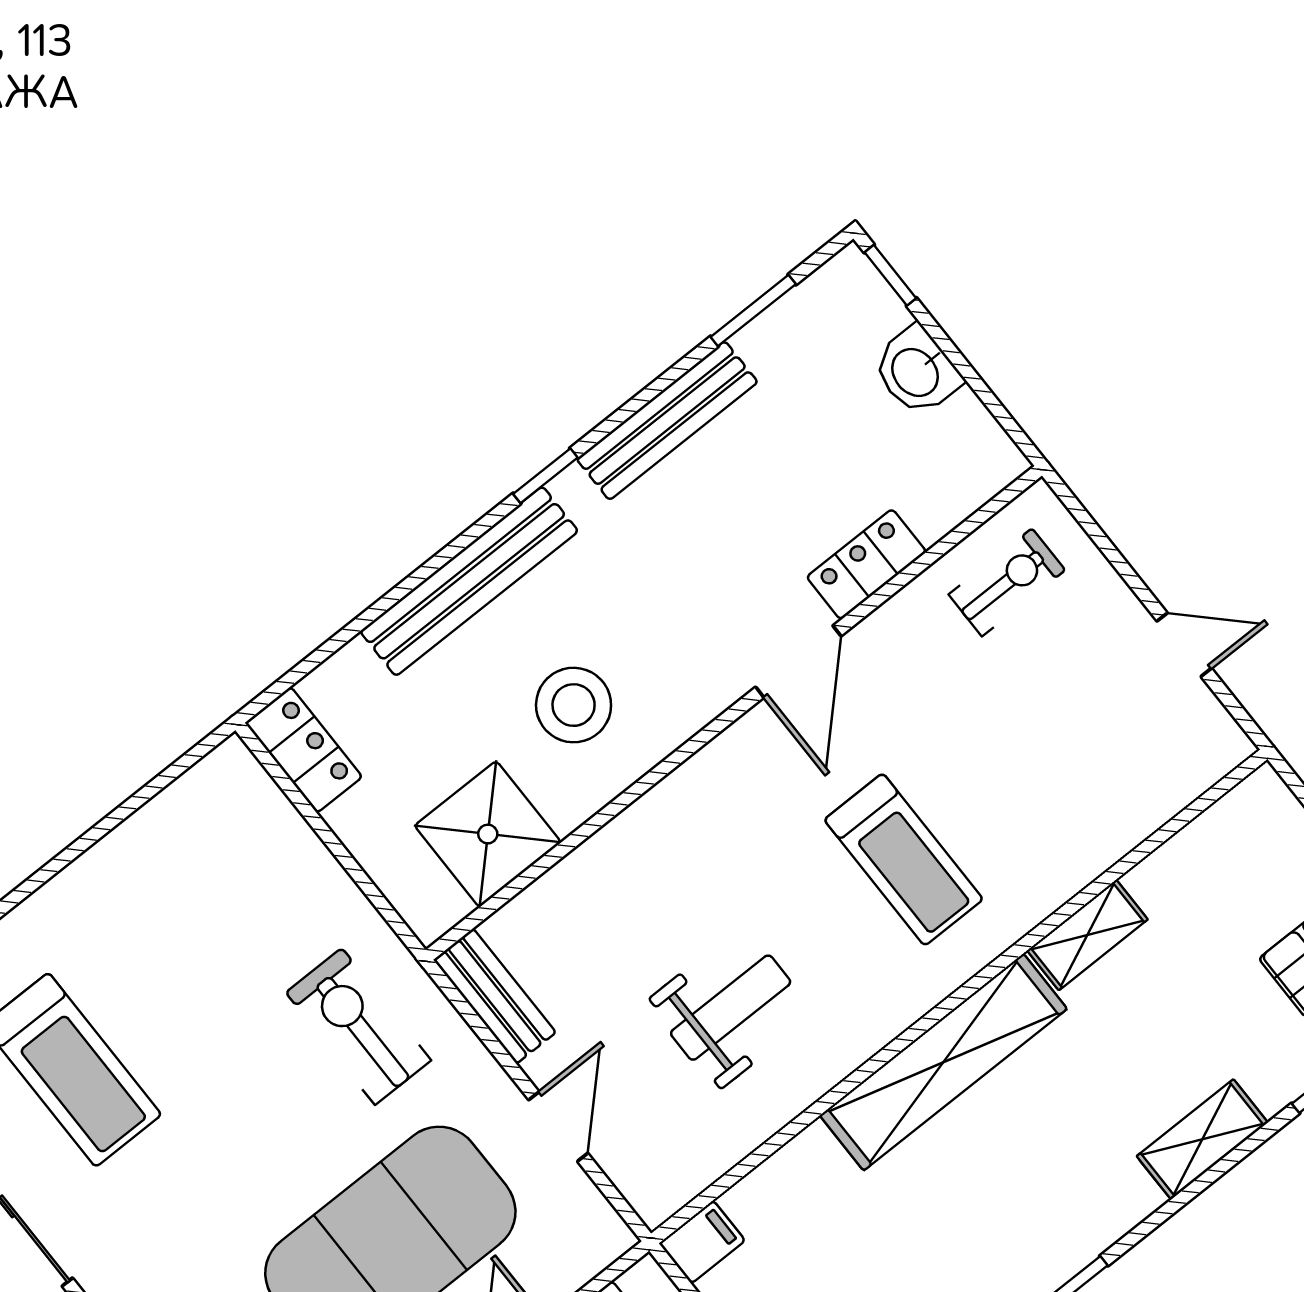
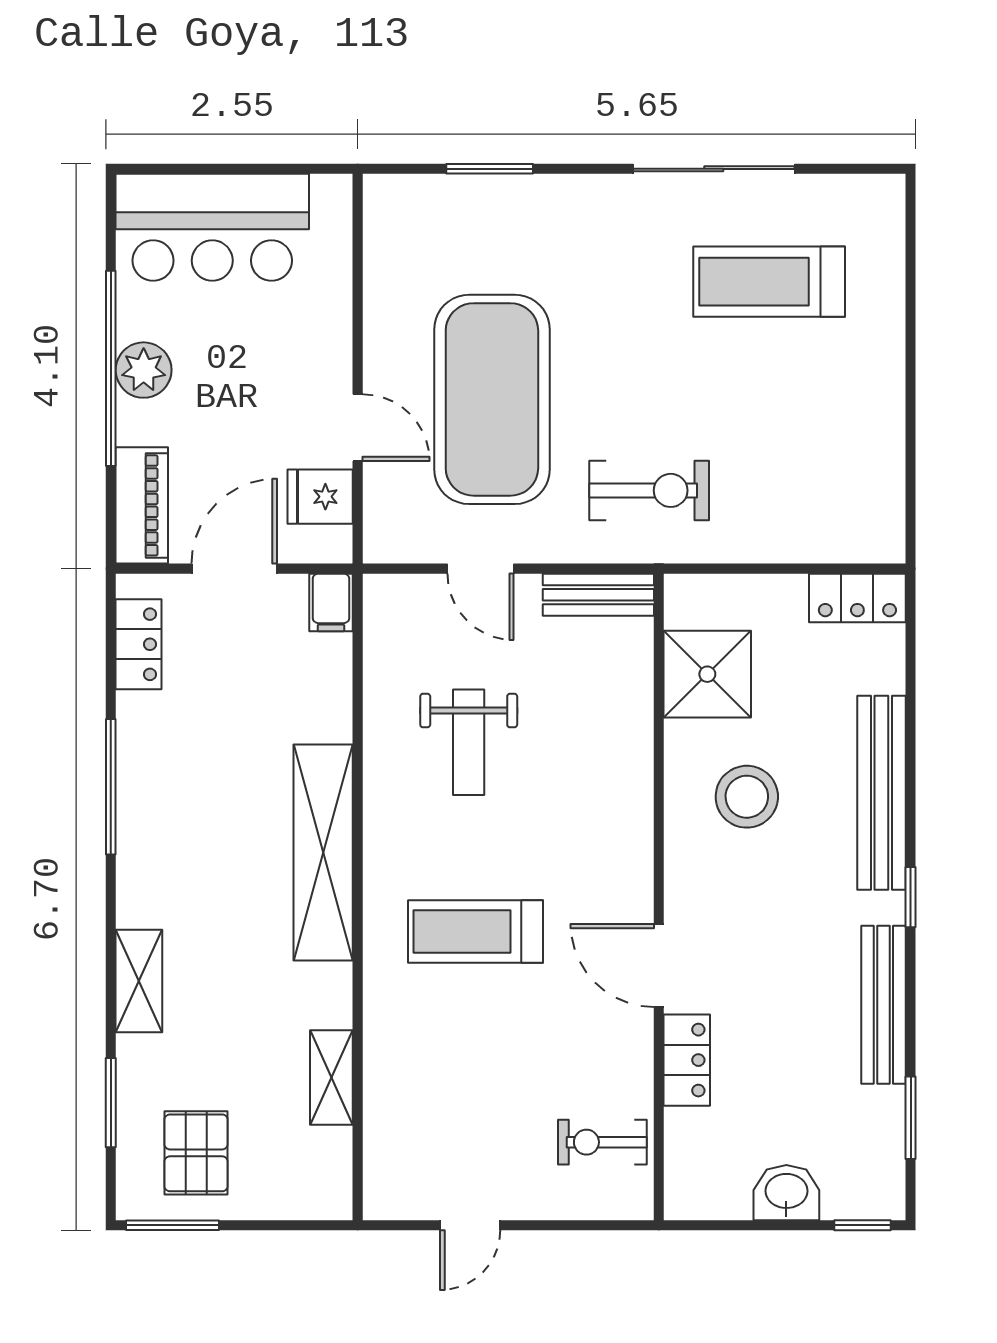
exercise bike: (1007, 582) -> (602, 1142), turned 90
shelving: (1087, 935) -> (331, 1077), moved

